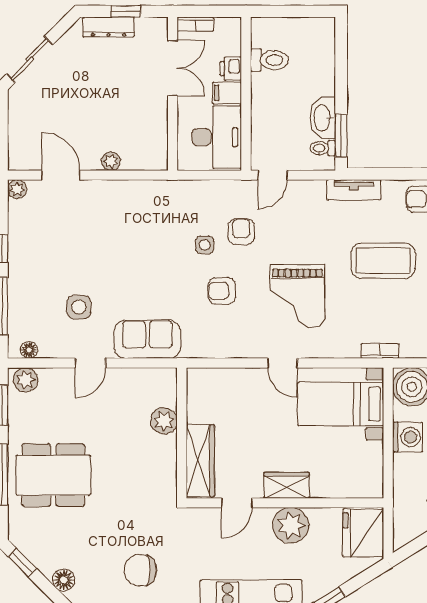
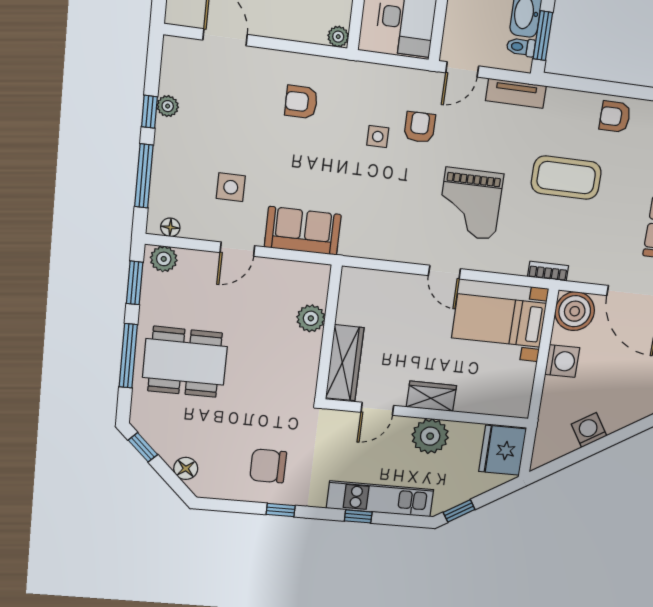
plant: (111, 161) -> (338, 37), moved
plant: (17, 189) -> (168, 106), moved
tv unit: (354, 190) -> (516, 93), moved
armchair: (222, 291) -> (301, 102), moved

